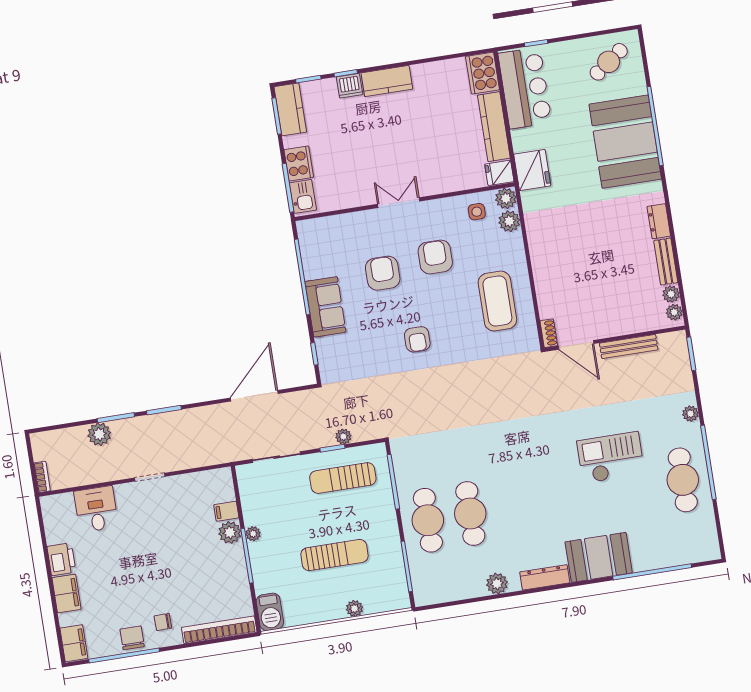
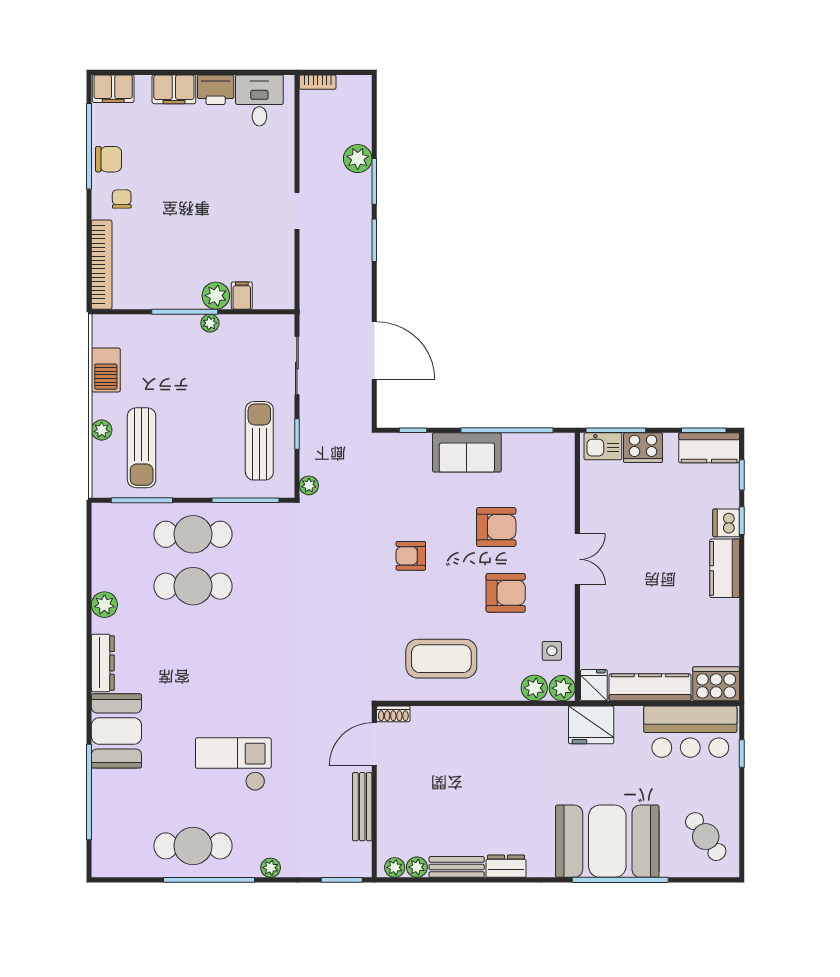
plant: (343, 437) -> (309, 485), moved
checkout: (611, 457) -> (233, 764), turned -90
desk: (96, 509) -> (259, 100), moved, turned -90
sun lounger: (334, 555) -> (142, 448), moved
barbecue: (270, 612) -> (106, 370), moved, turned -90

